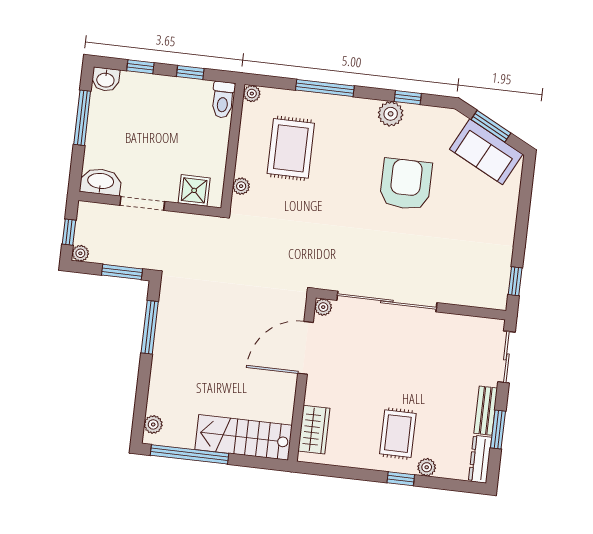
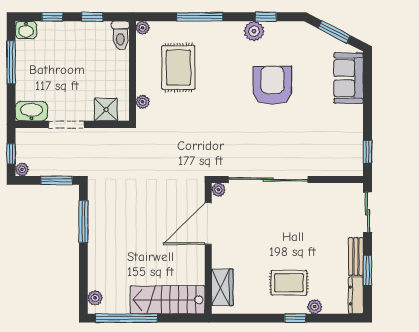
sofa: (486, 152) -> (349, 78), moved, turned 63
rug: (398, 434) -> (289, 283), turned 90

